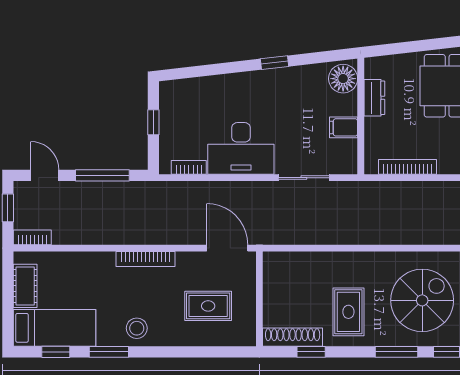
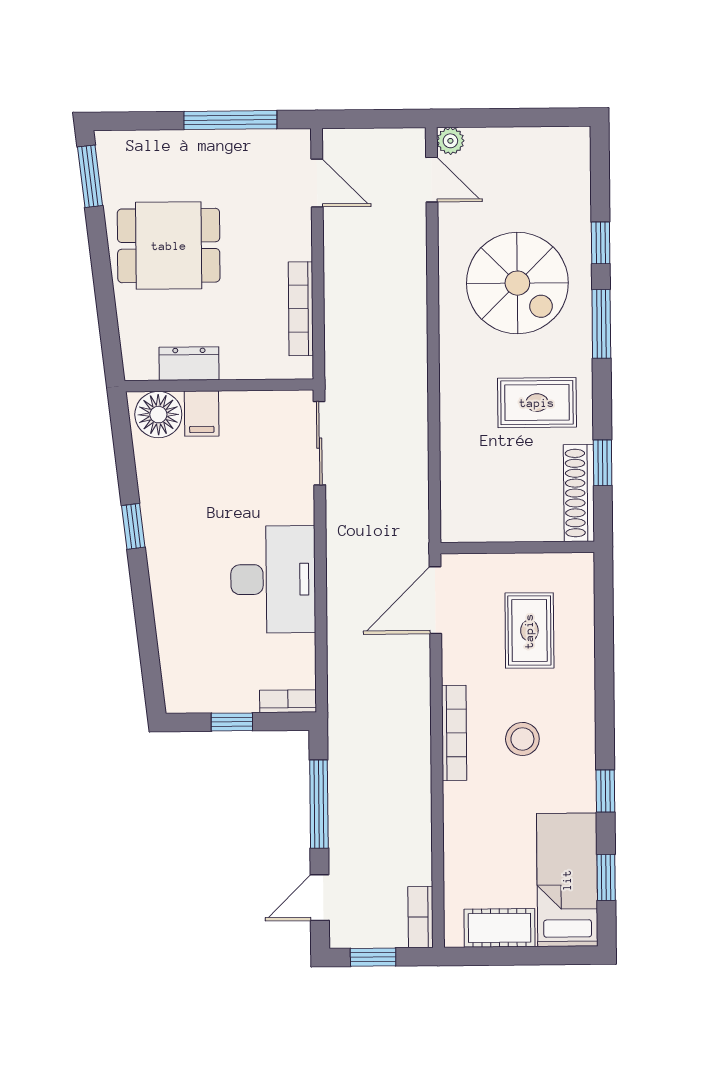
filing cabinet: (344, 127) -> (202, 414), moved
bookcase: (189, 167) -> (288, 701), moved, turned 90
sliding door: (304, 178) -> (319, 443), moved
spiral stairs: (422, 300) -> (517, 283), turned 180
stool: (137, 328) -> (522, 739), moved
window: (109, 352) -> (605, 791), width x0.67

